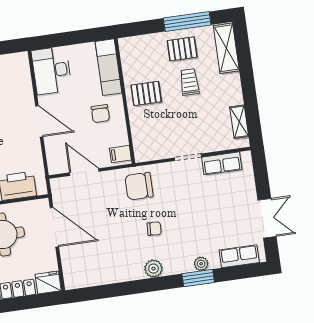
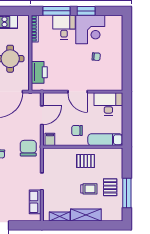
shelving: (226, 48) -> (86, 215), moved
pallet: (146, 93) -> (86, 161), turned 90
door: (39, 121) -> (78, 92), hinge flipped

